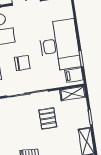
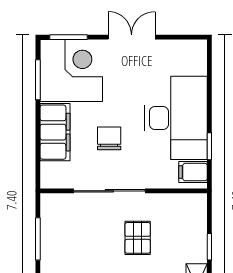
chair: (22, 63) -> (109, 138), turned -90
shelving: (73, 94) -> (186, 203), removed

